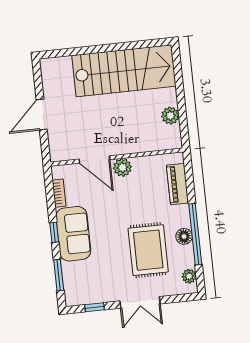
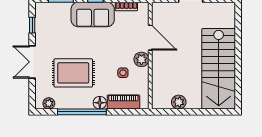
door: (94, 159) -> (150, 38), swing flipped
side table: (141, 189) -> (123, 73), added
floor lamp: (184, 236) -> (100, 103), moved

